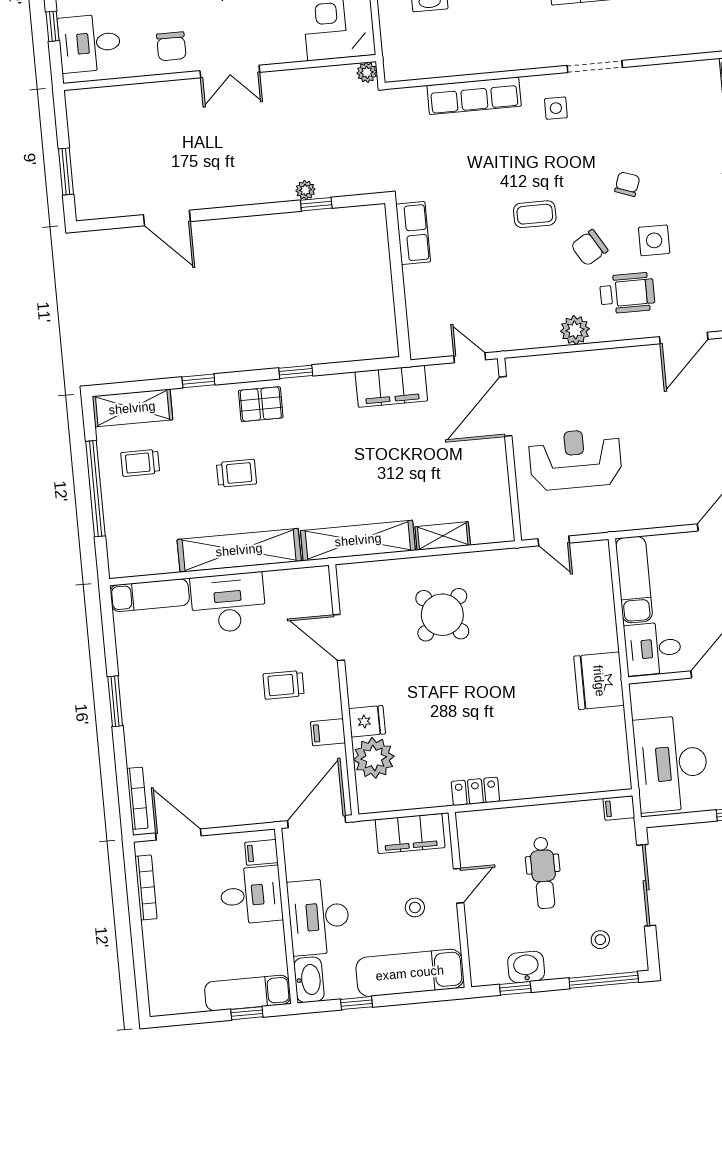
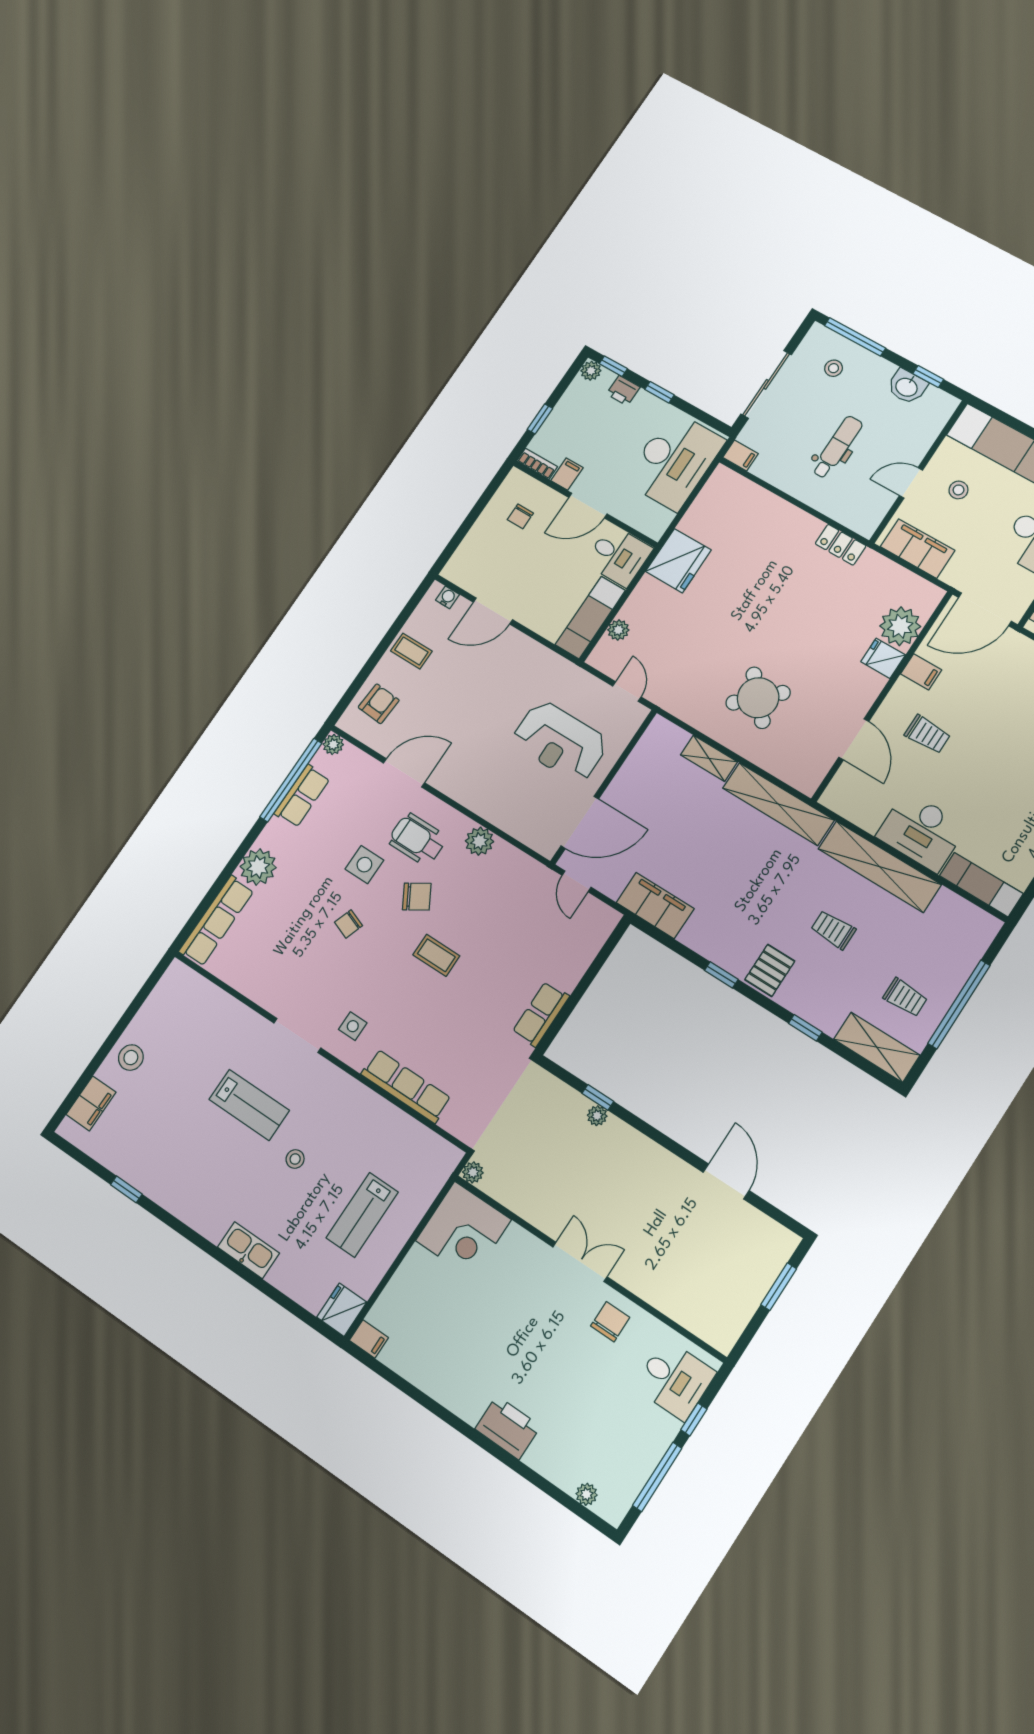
pallet: (261, 404) -> (770, 970), turned 90
plant: (602, 586) -> (618, 630), added

